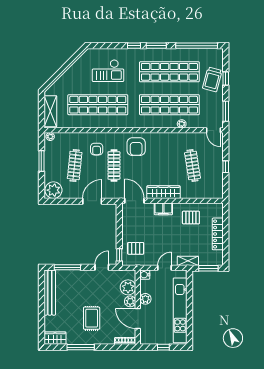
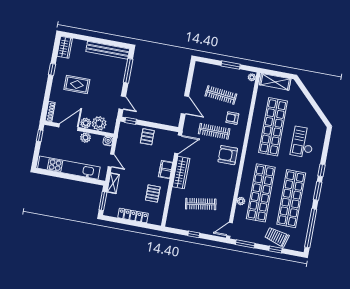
plant: (53, 190) -> (202, 71), removed
pallet: (136, 248) -> (147, 137), moved
window: (81, 347) -> (52, 69), width x0.46
window: (163, 347) -> (40, 136), moved

